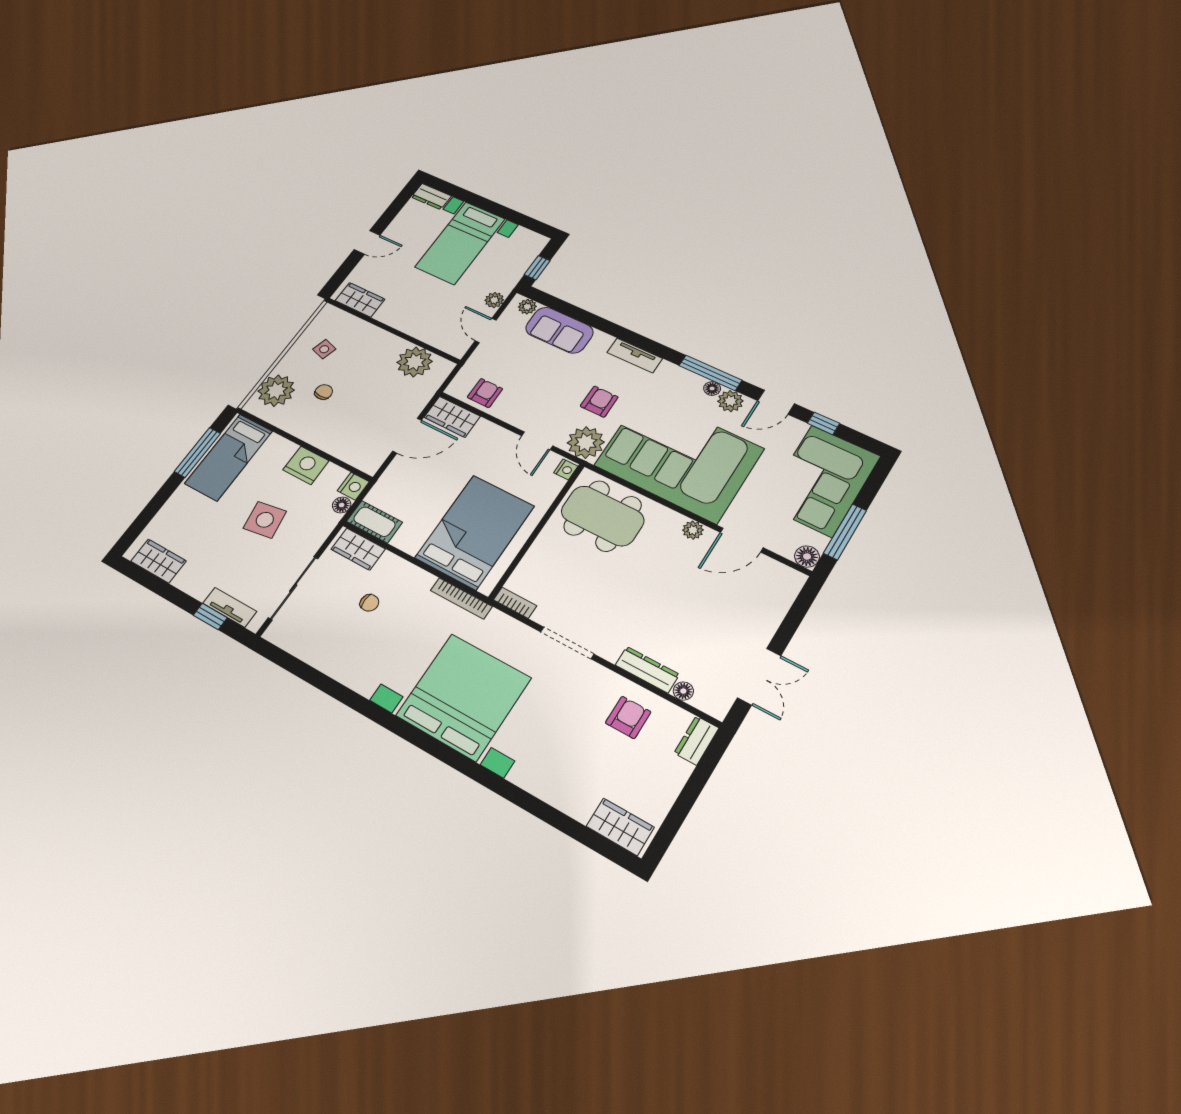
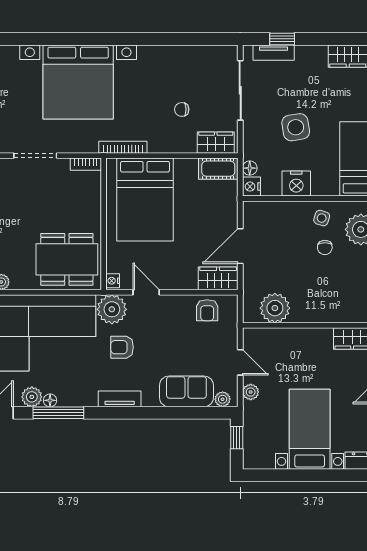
side table: (324, 349) -> (322, 218), moved
armchair: (599, 402) -> (122, 347), turned 90

